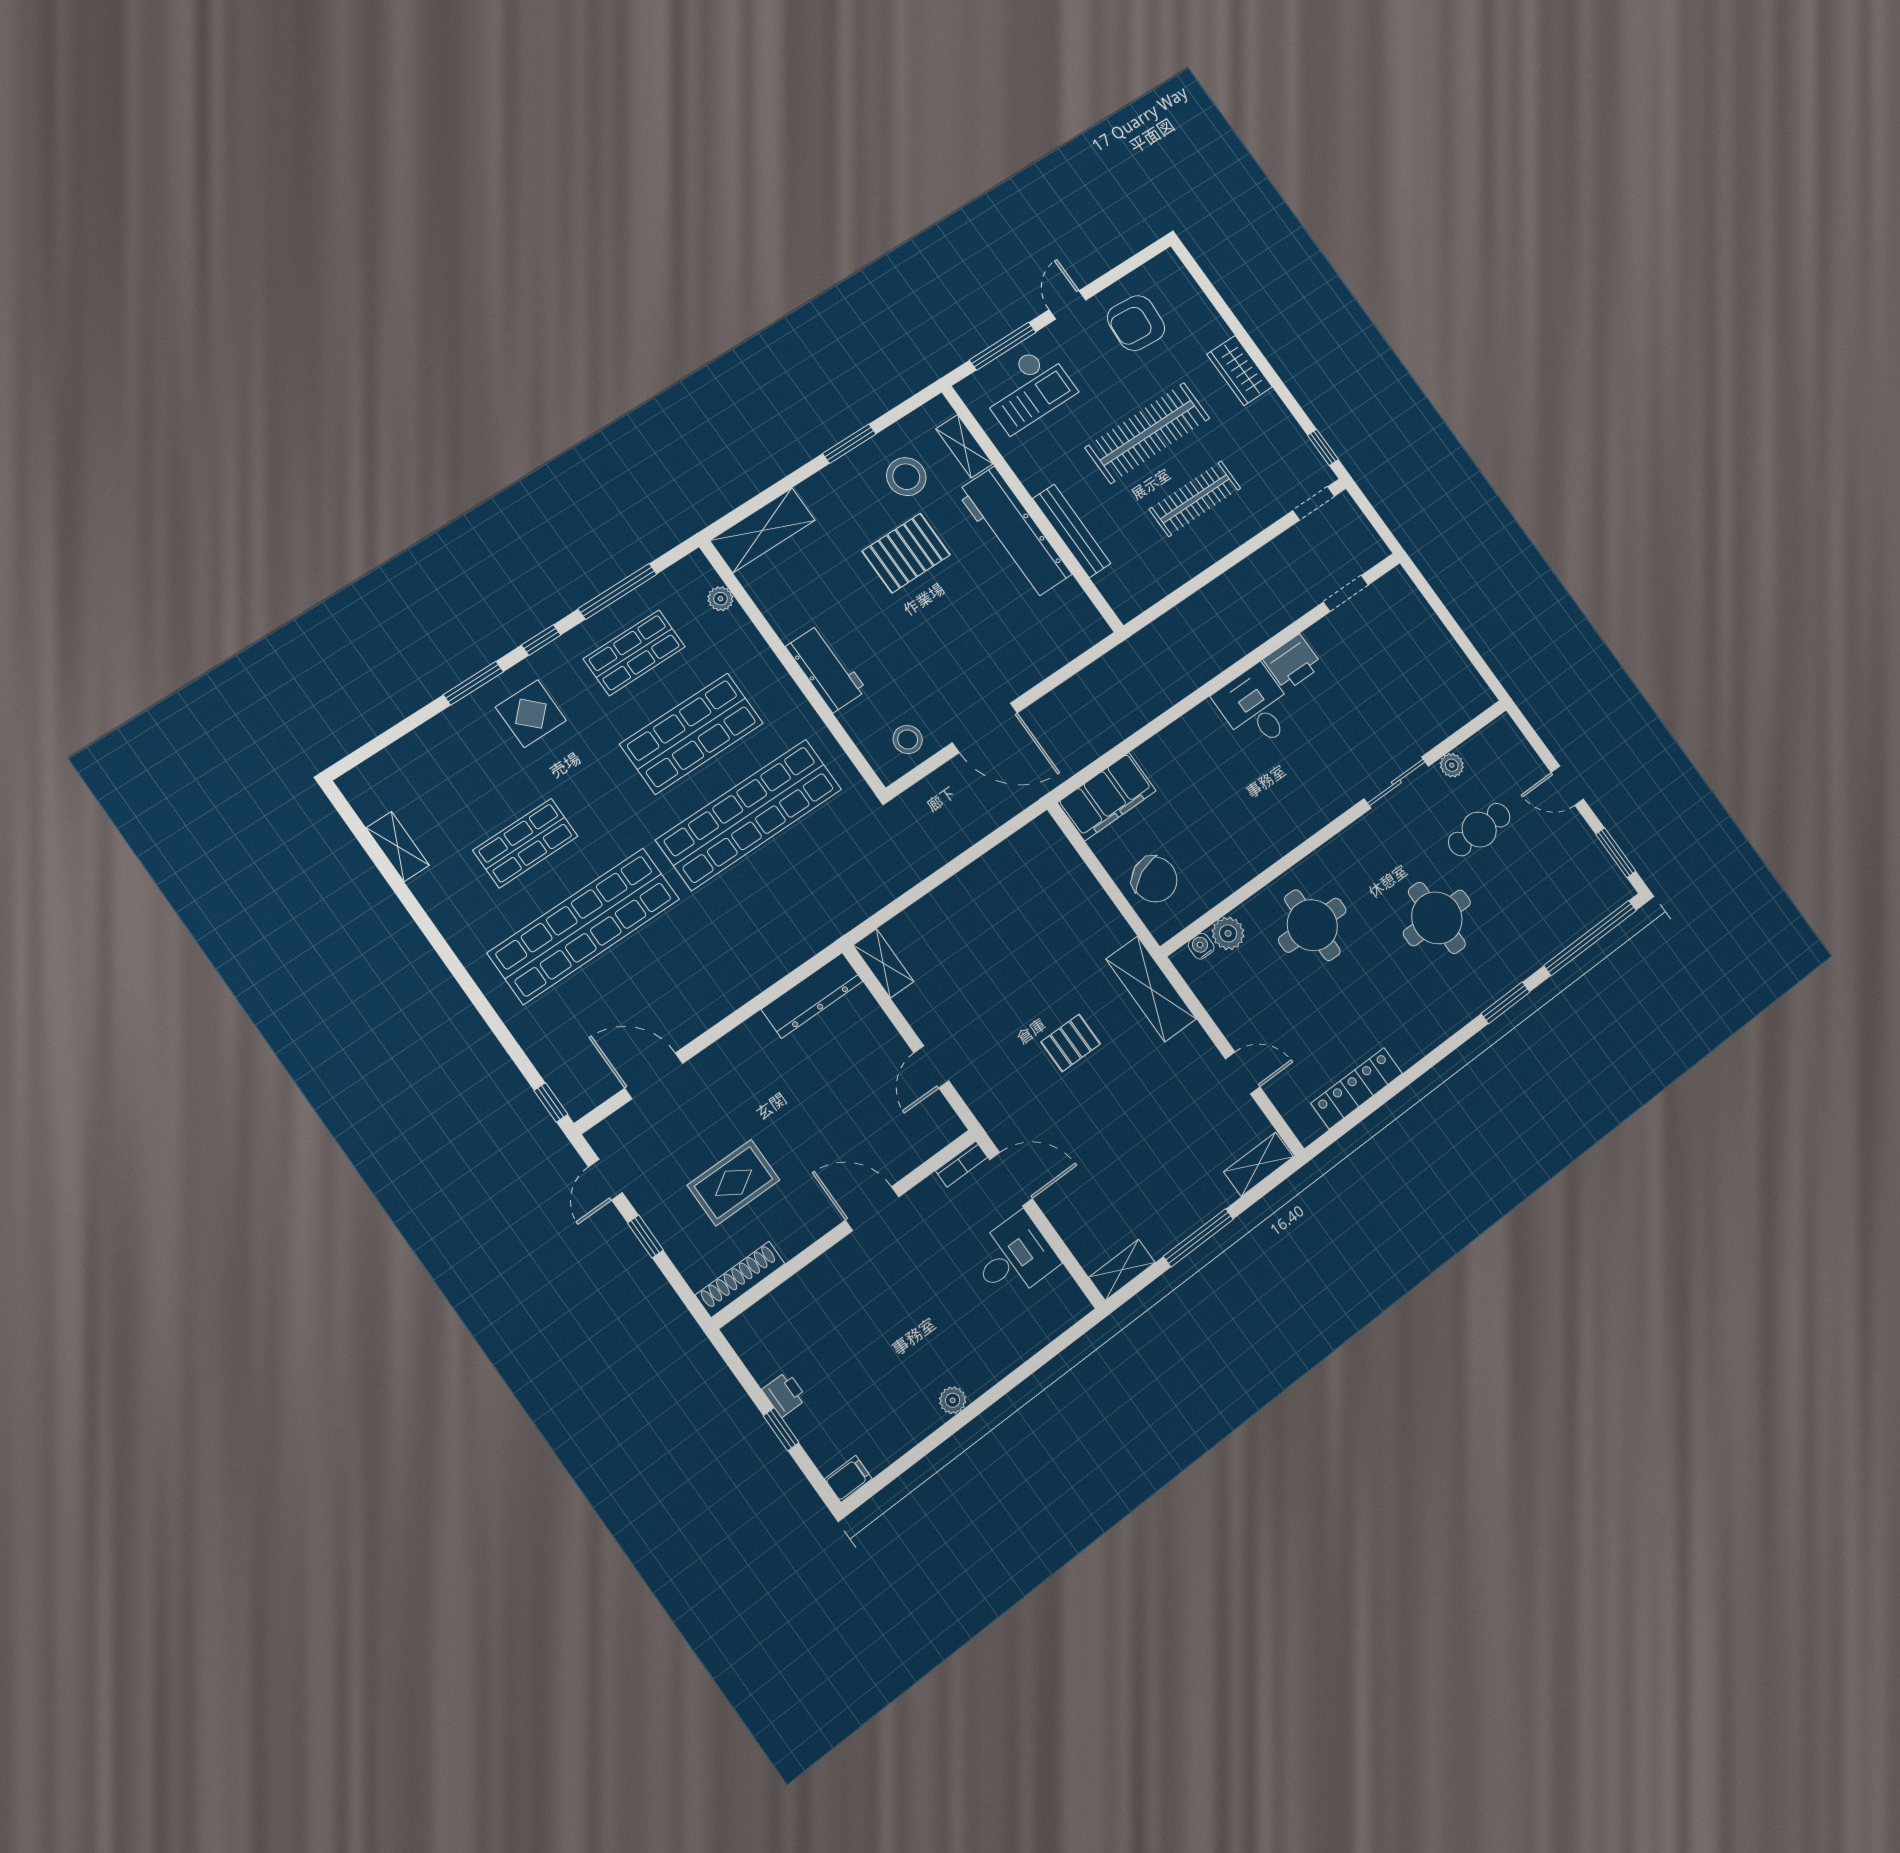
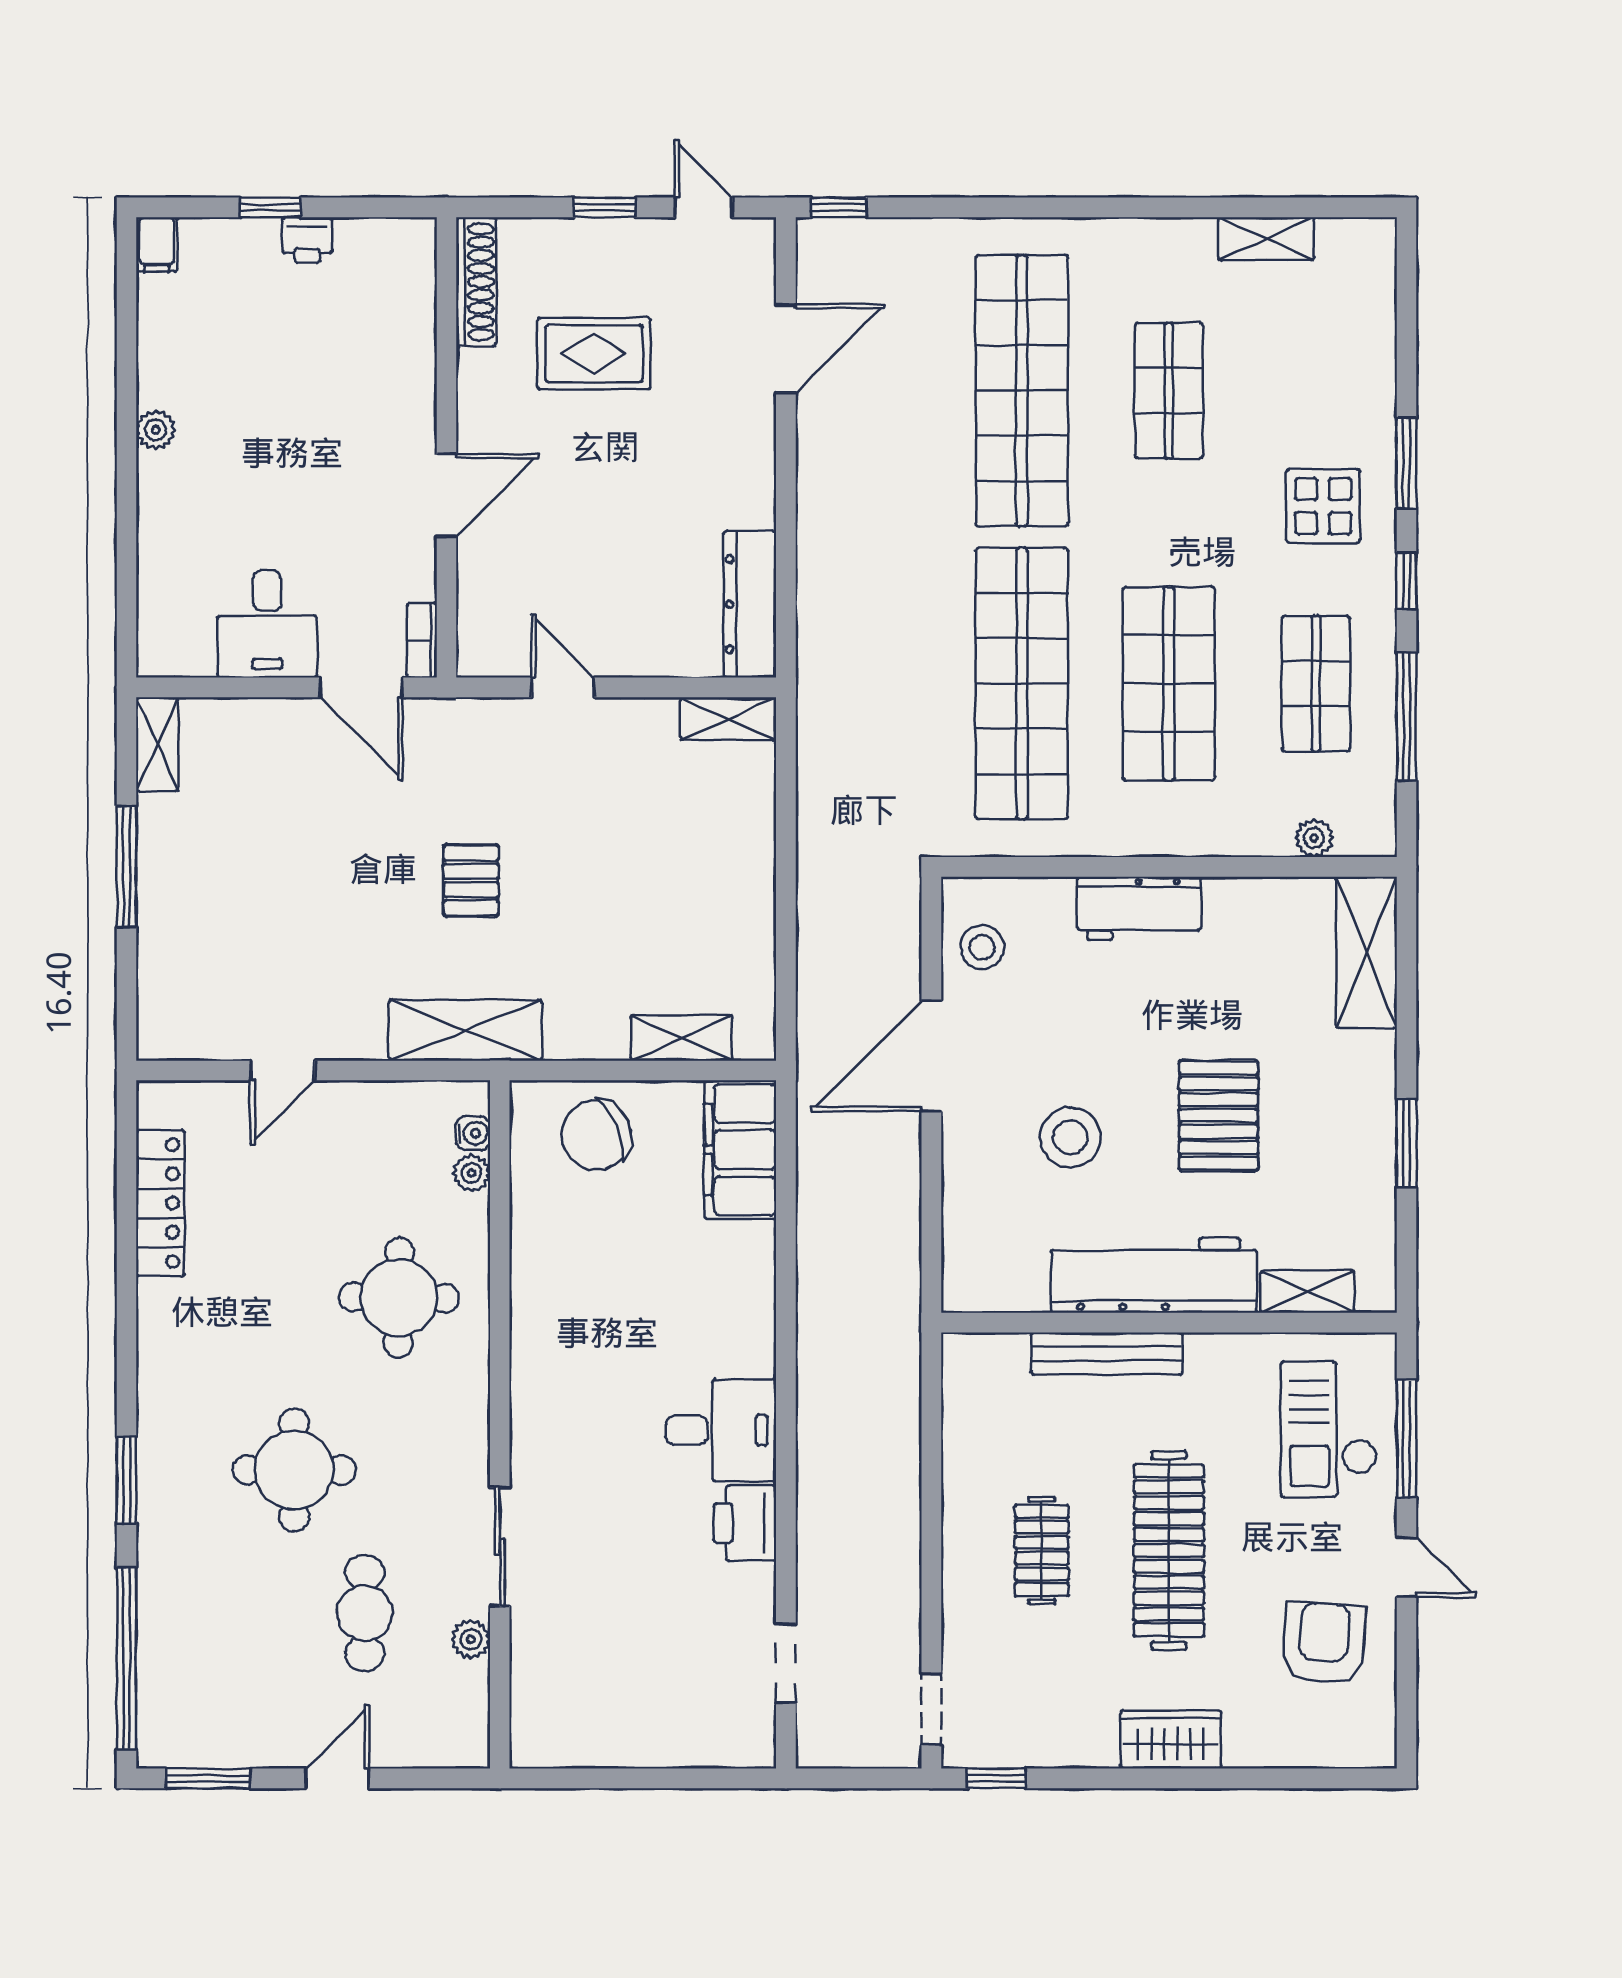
stool: (906, 477) -> (1070, 1137), moved
clothes rail: (1195, 499) -> (1042, 1550), width x0.73
plant: (1228, 933) -> (471, 1173), width x0.73, depth x0.73
shelving: (1258, 1164) -> (682, 1038), moved, turned 90
door: (1011, 1179) -> (361, 687), hinge flipped
rug: (734, 1183) -> (594, 354), turned 90

